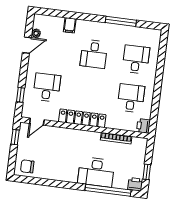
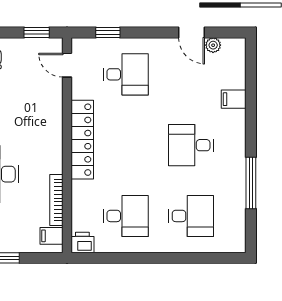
filing cabinet: (137, 144) -> (51, 236), added

